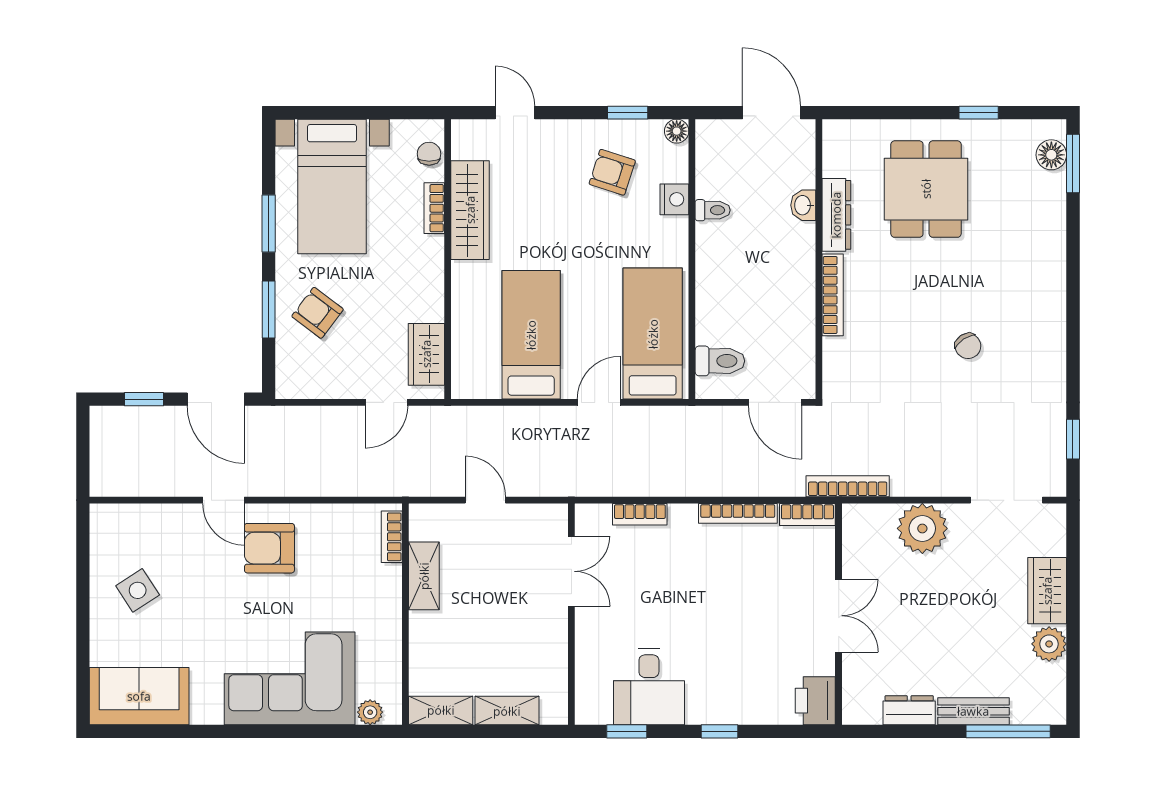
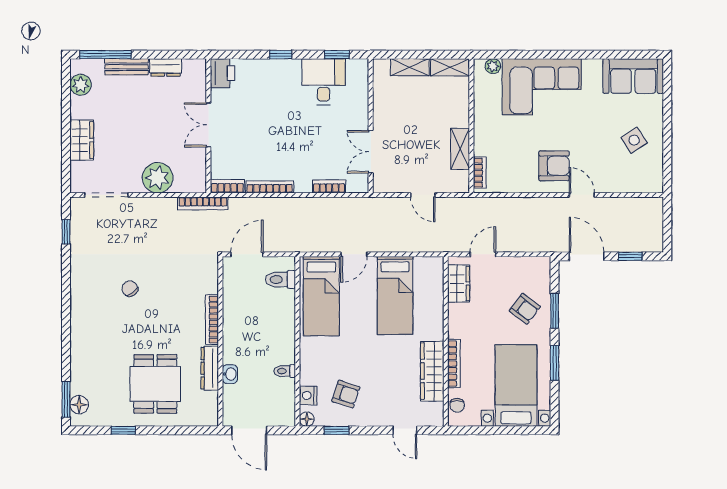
nightstand: (674, 199) -> (308, 395), moved
bookcase: (434, 208) -> (454, 364), width x1.56
door: (775, 402) -> (247, 254), hinge flipped
plant: (1049, 644) -> (81, 85), moved

